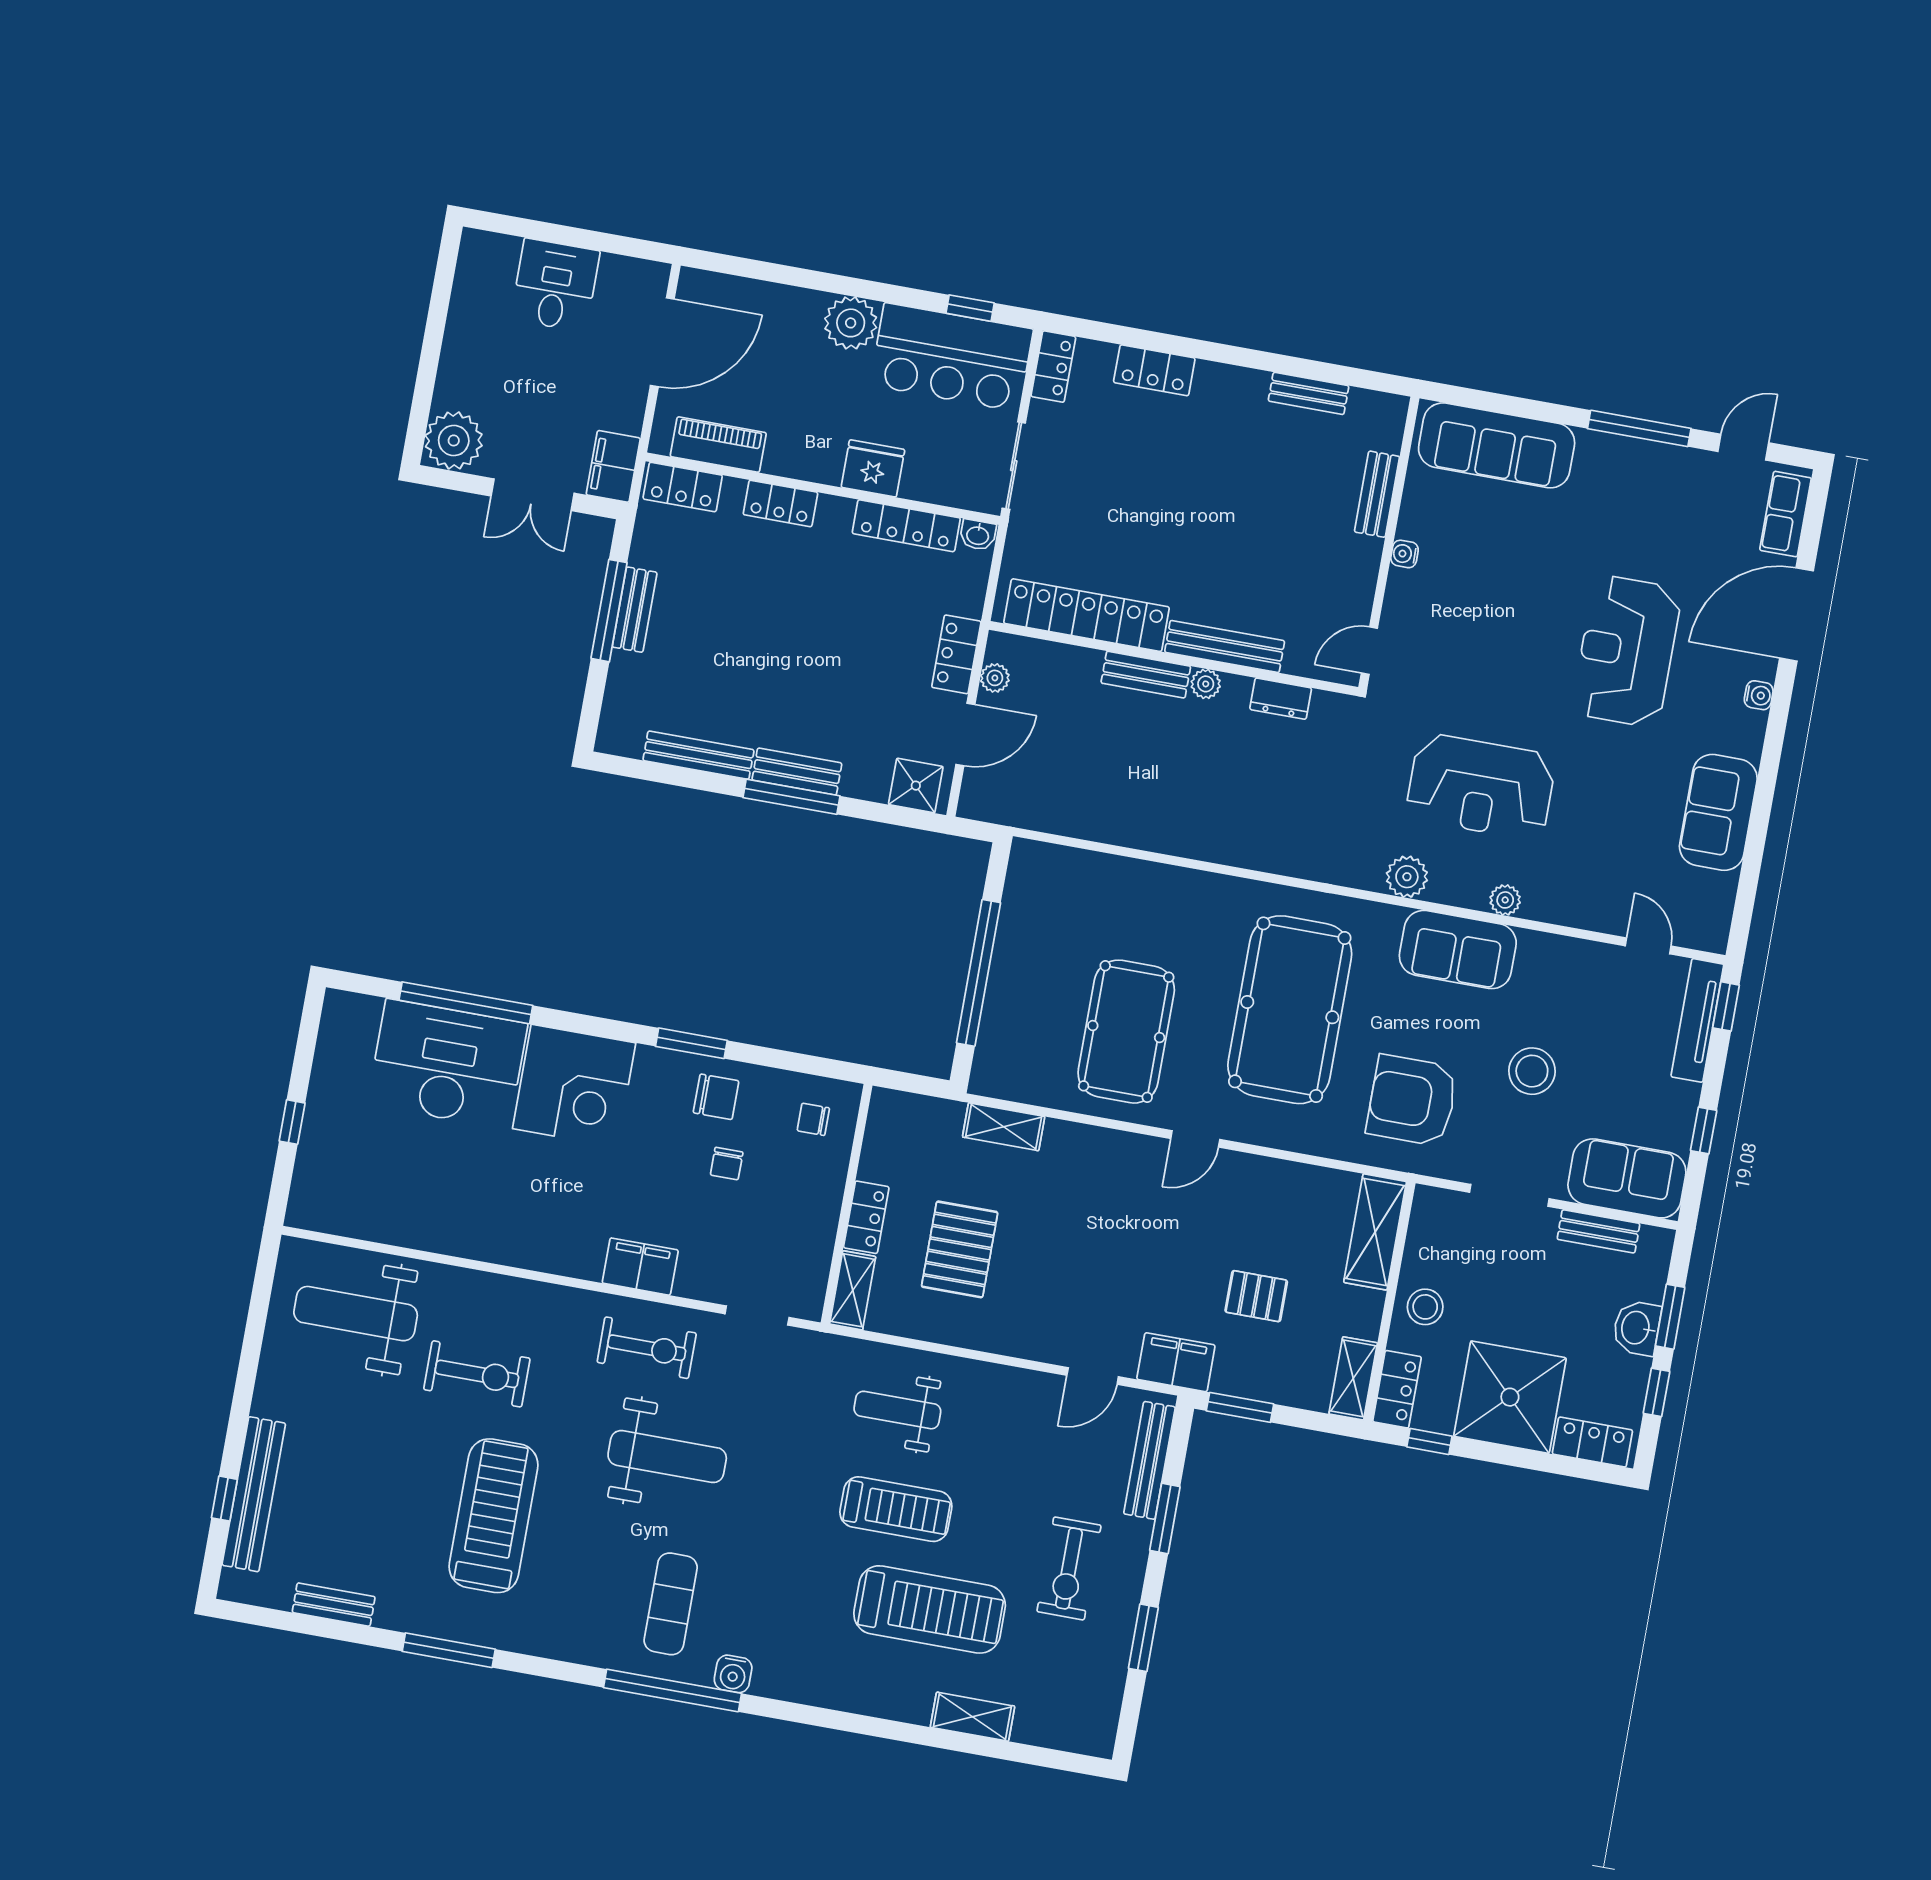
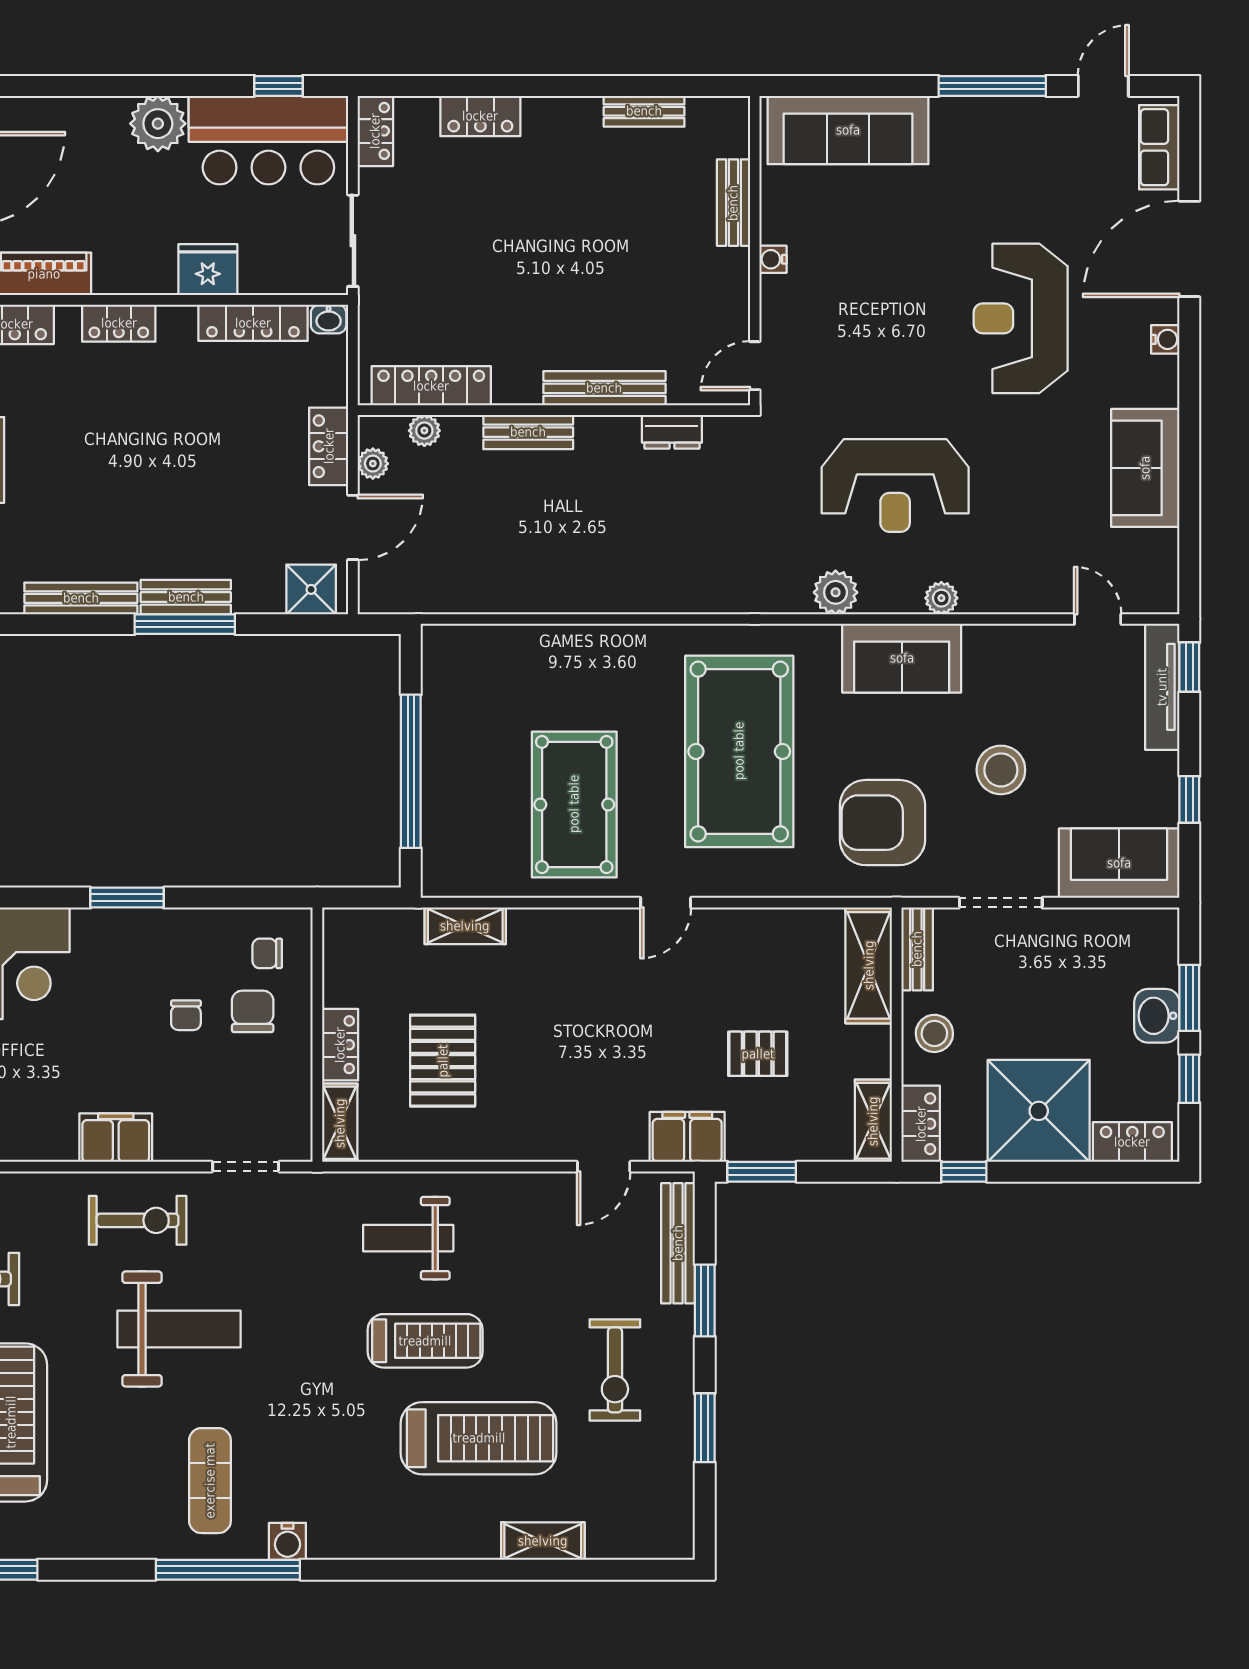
locker: (1087, 615) -> (431, 386), width x0.71, depth x0.83
plant: (1206, 684) -> (424, 431), moved
chair: (716, 1097) -> (253, 1011), moved, turned -90
bench: (1598, 1231) -> (917, 949), moved, turned 90

